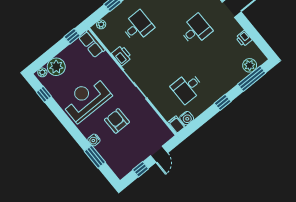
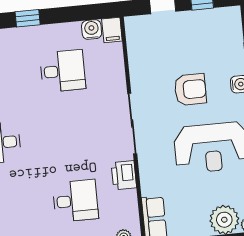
desk: (138, 26) -> (75, 201), turned 180
armchair: (117, 121) -> (190, 89), turned -90

